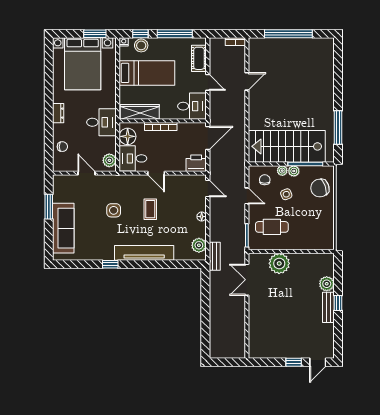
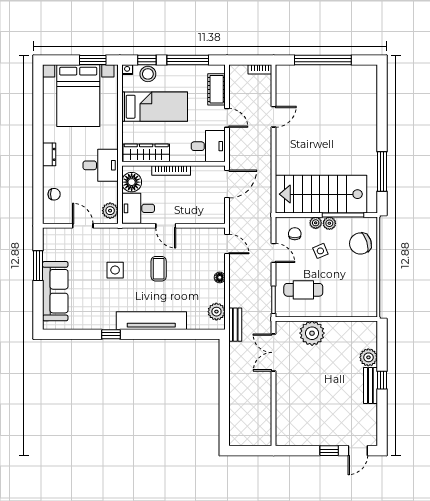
printer: (196, 163) -> (213, 214), removed

